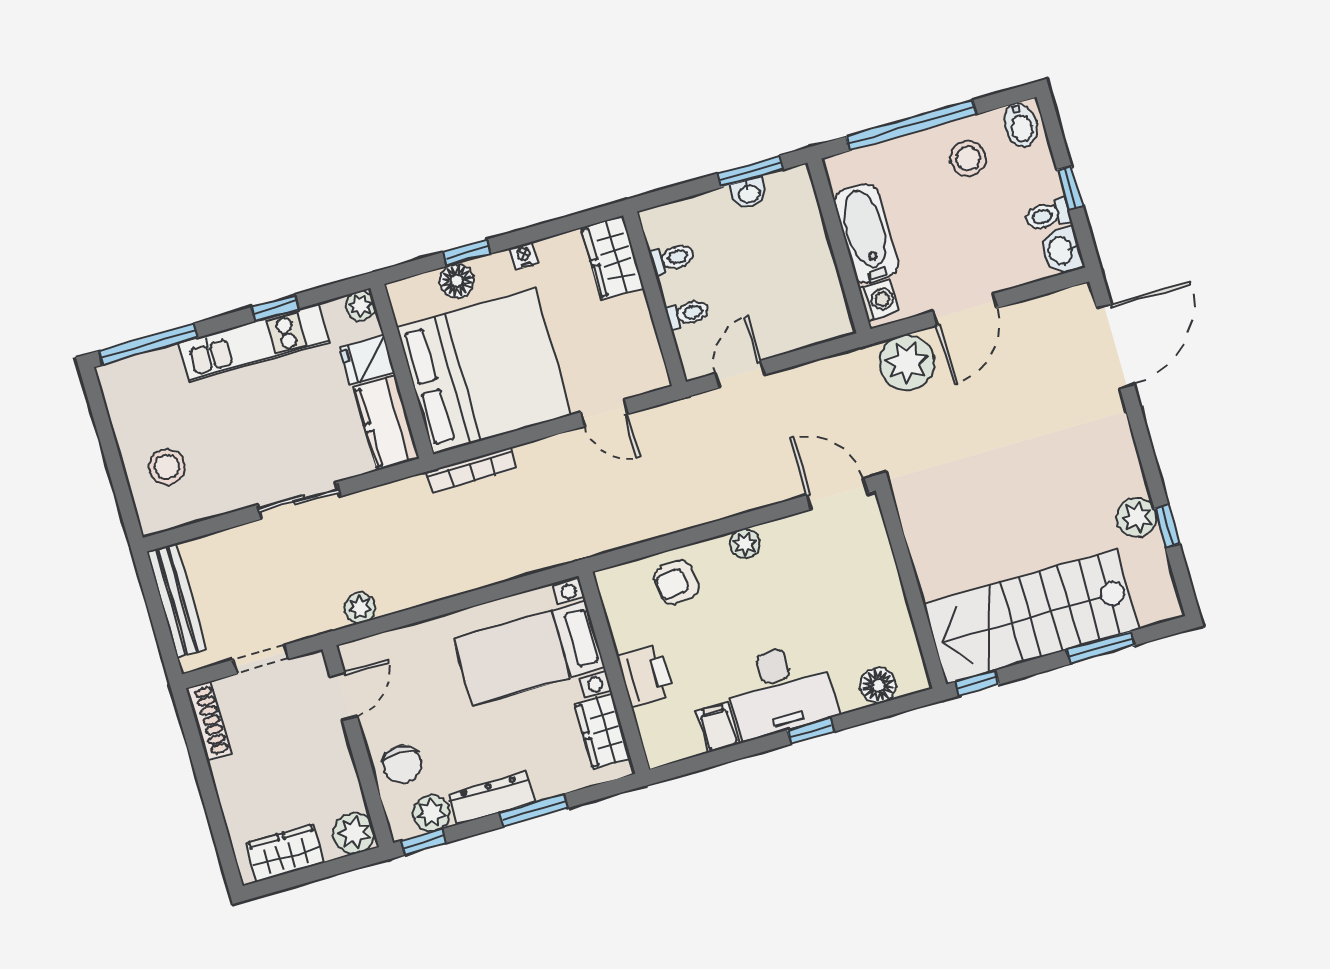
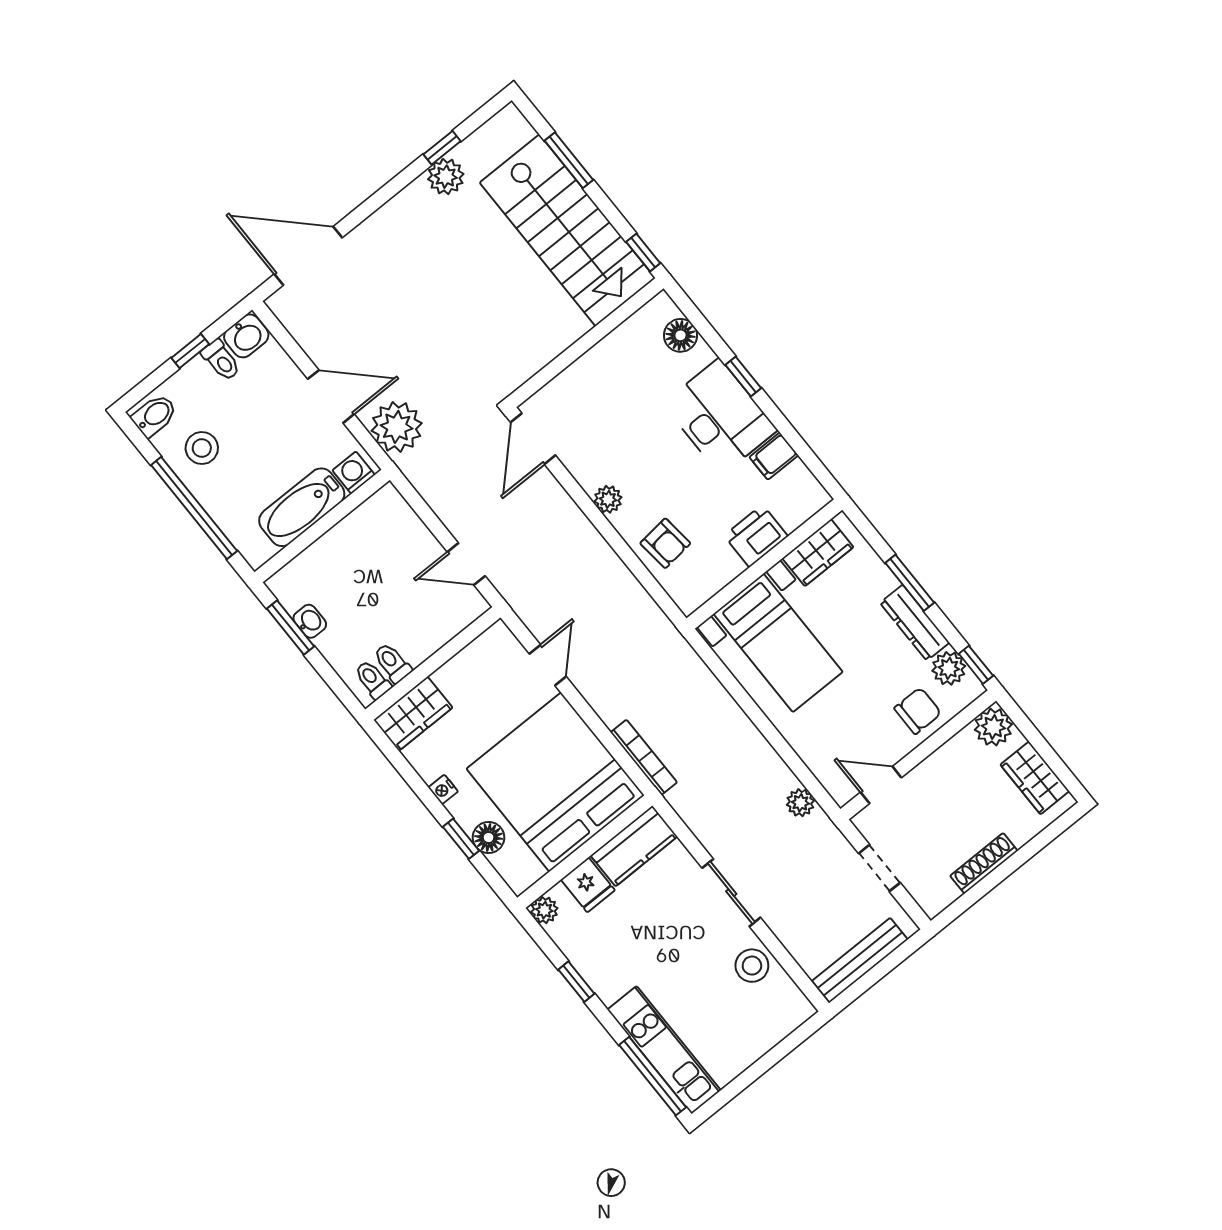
toilet: (687, 314) -> (373, 680), moved
kitchen unit: (254, 343) -> (664, 1050), moved
stool: (167, 467) -> (752, 966), moved
shoe rack: (209, 721) -> (984, 863), moved

